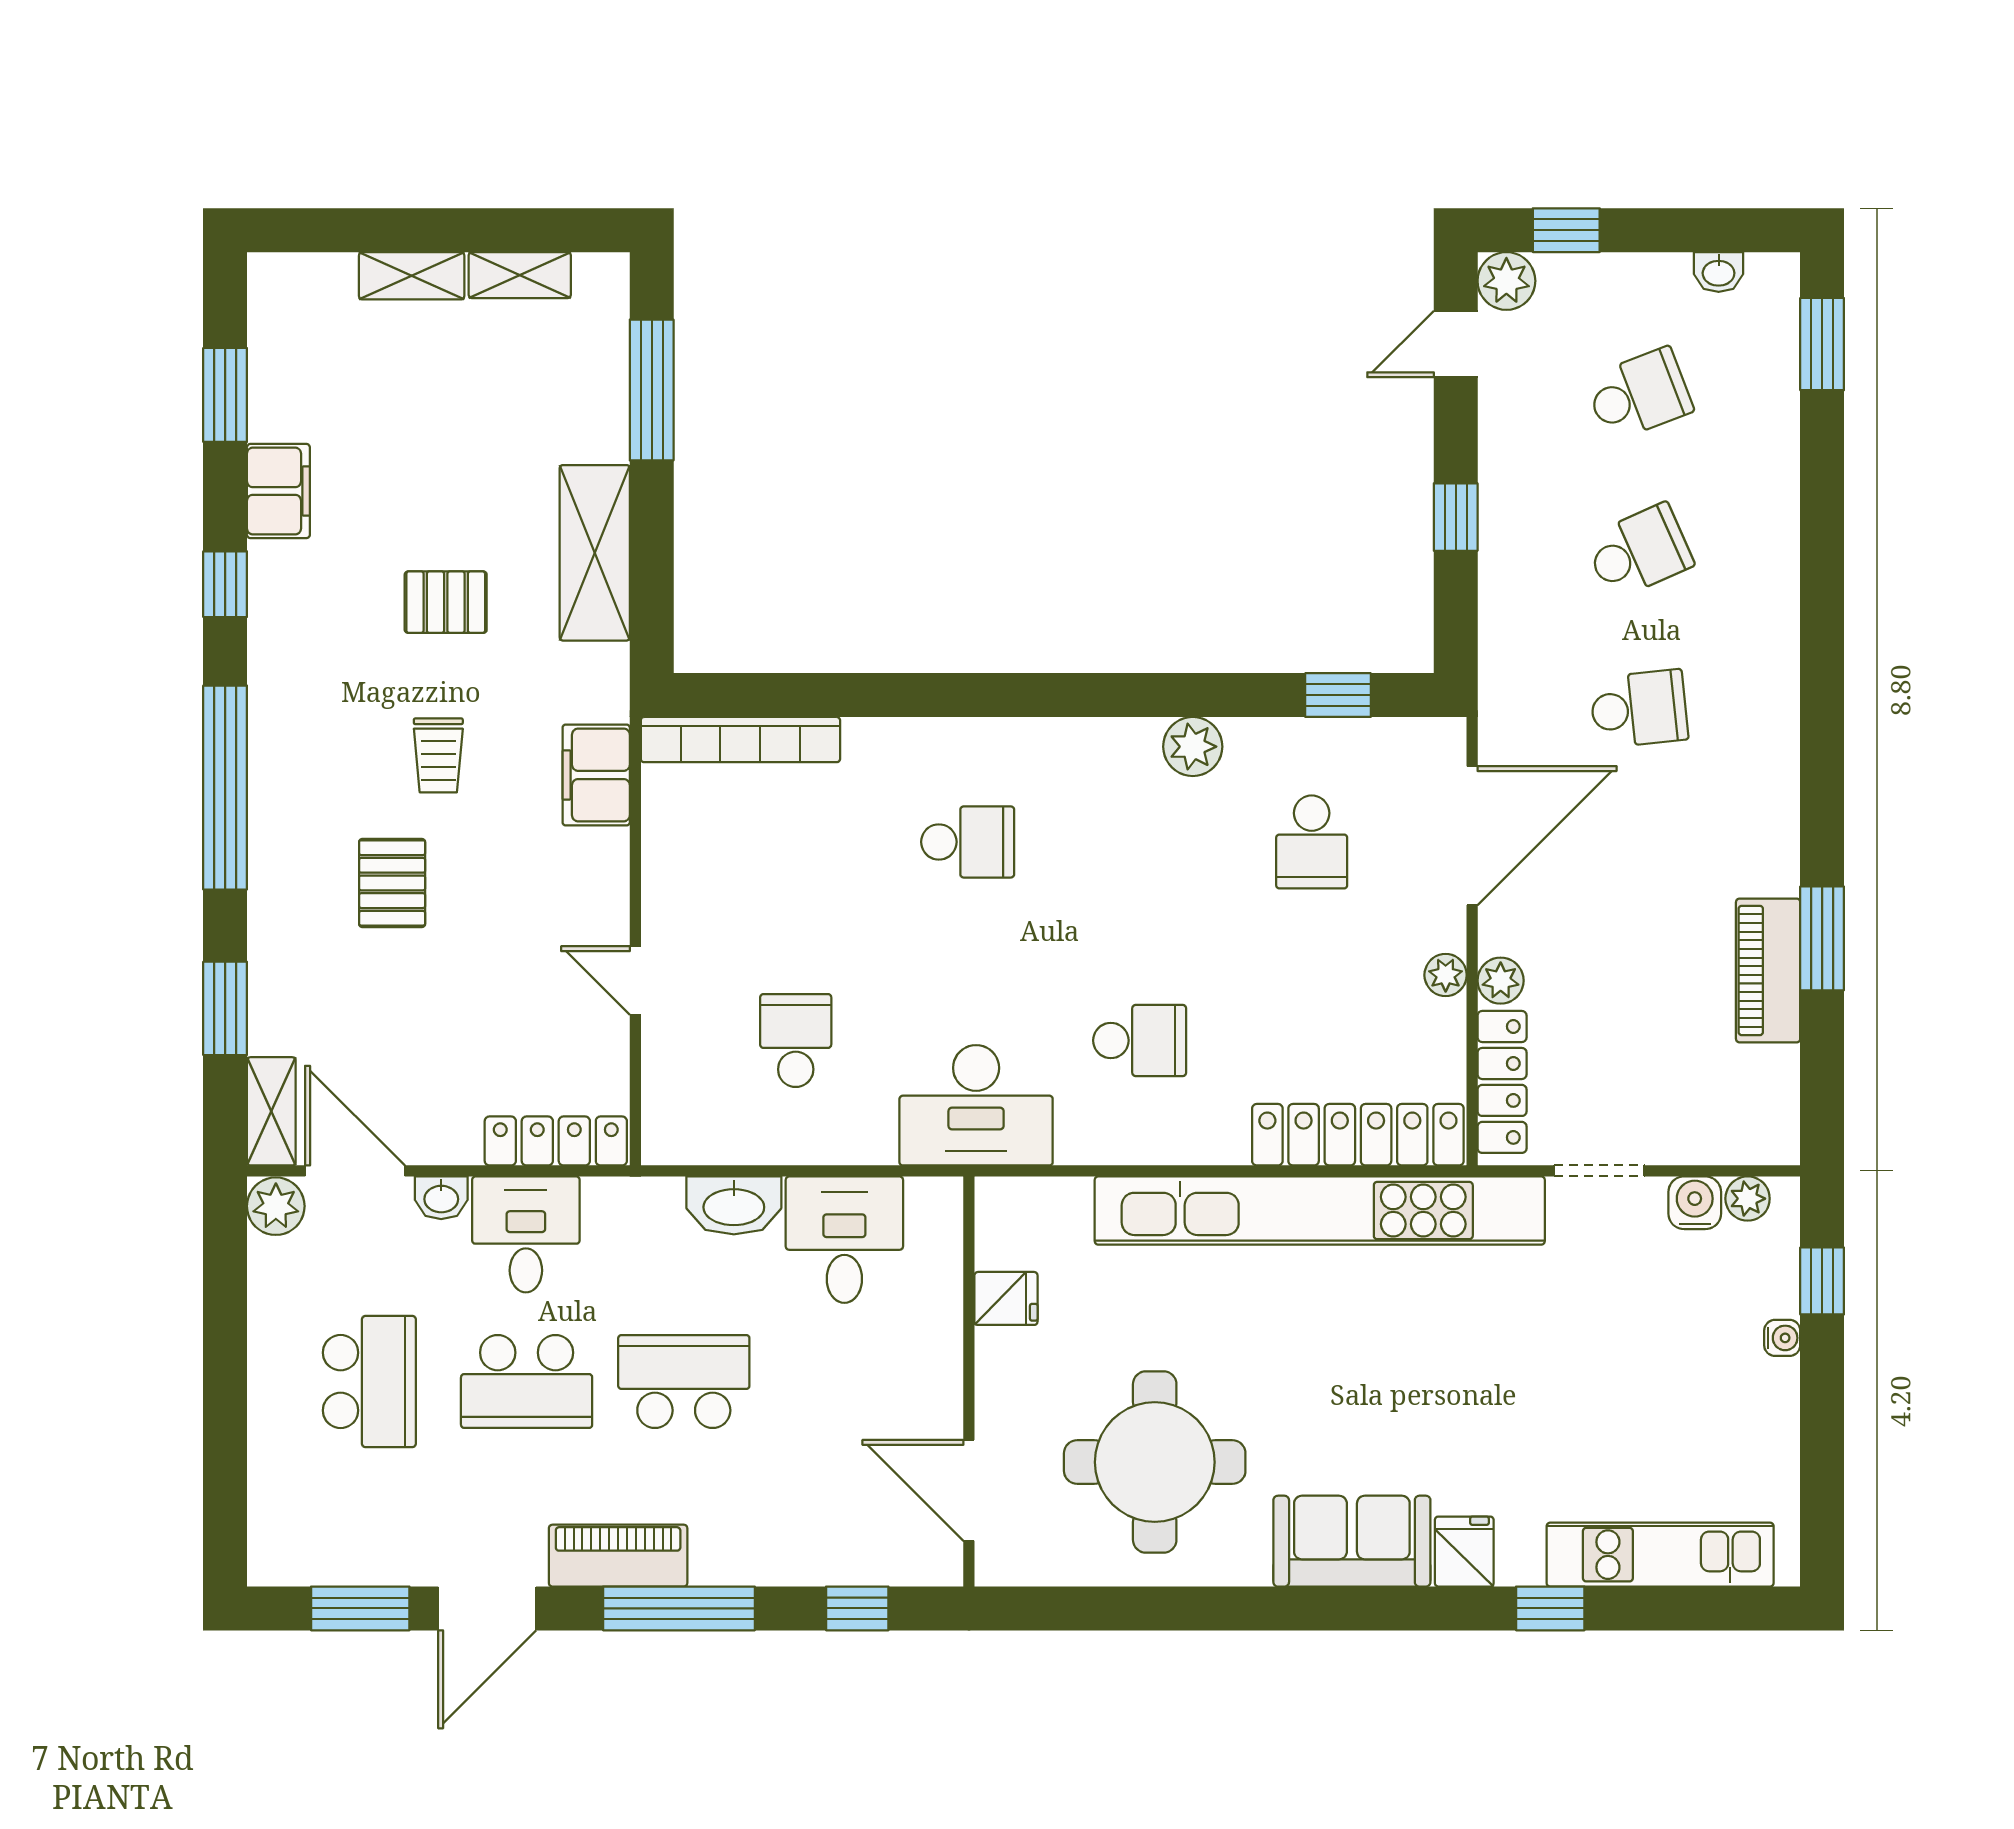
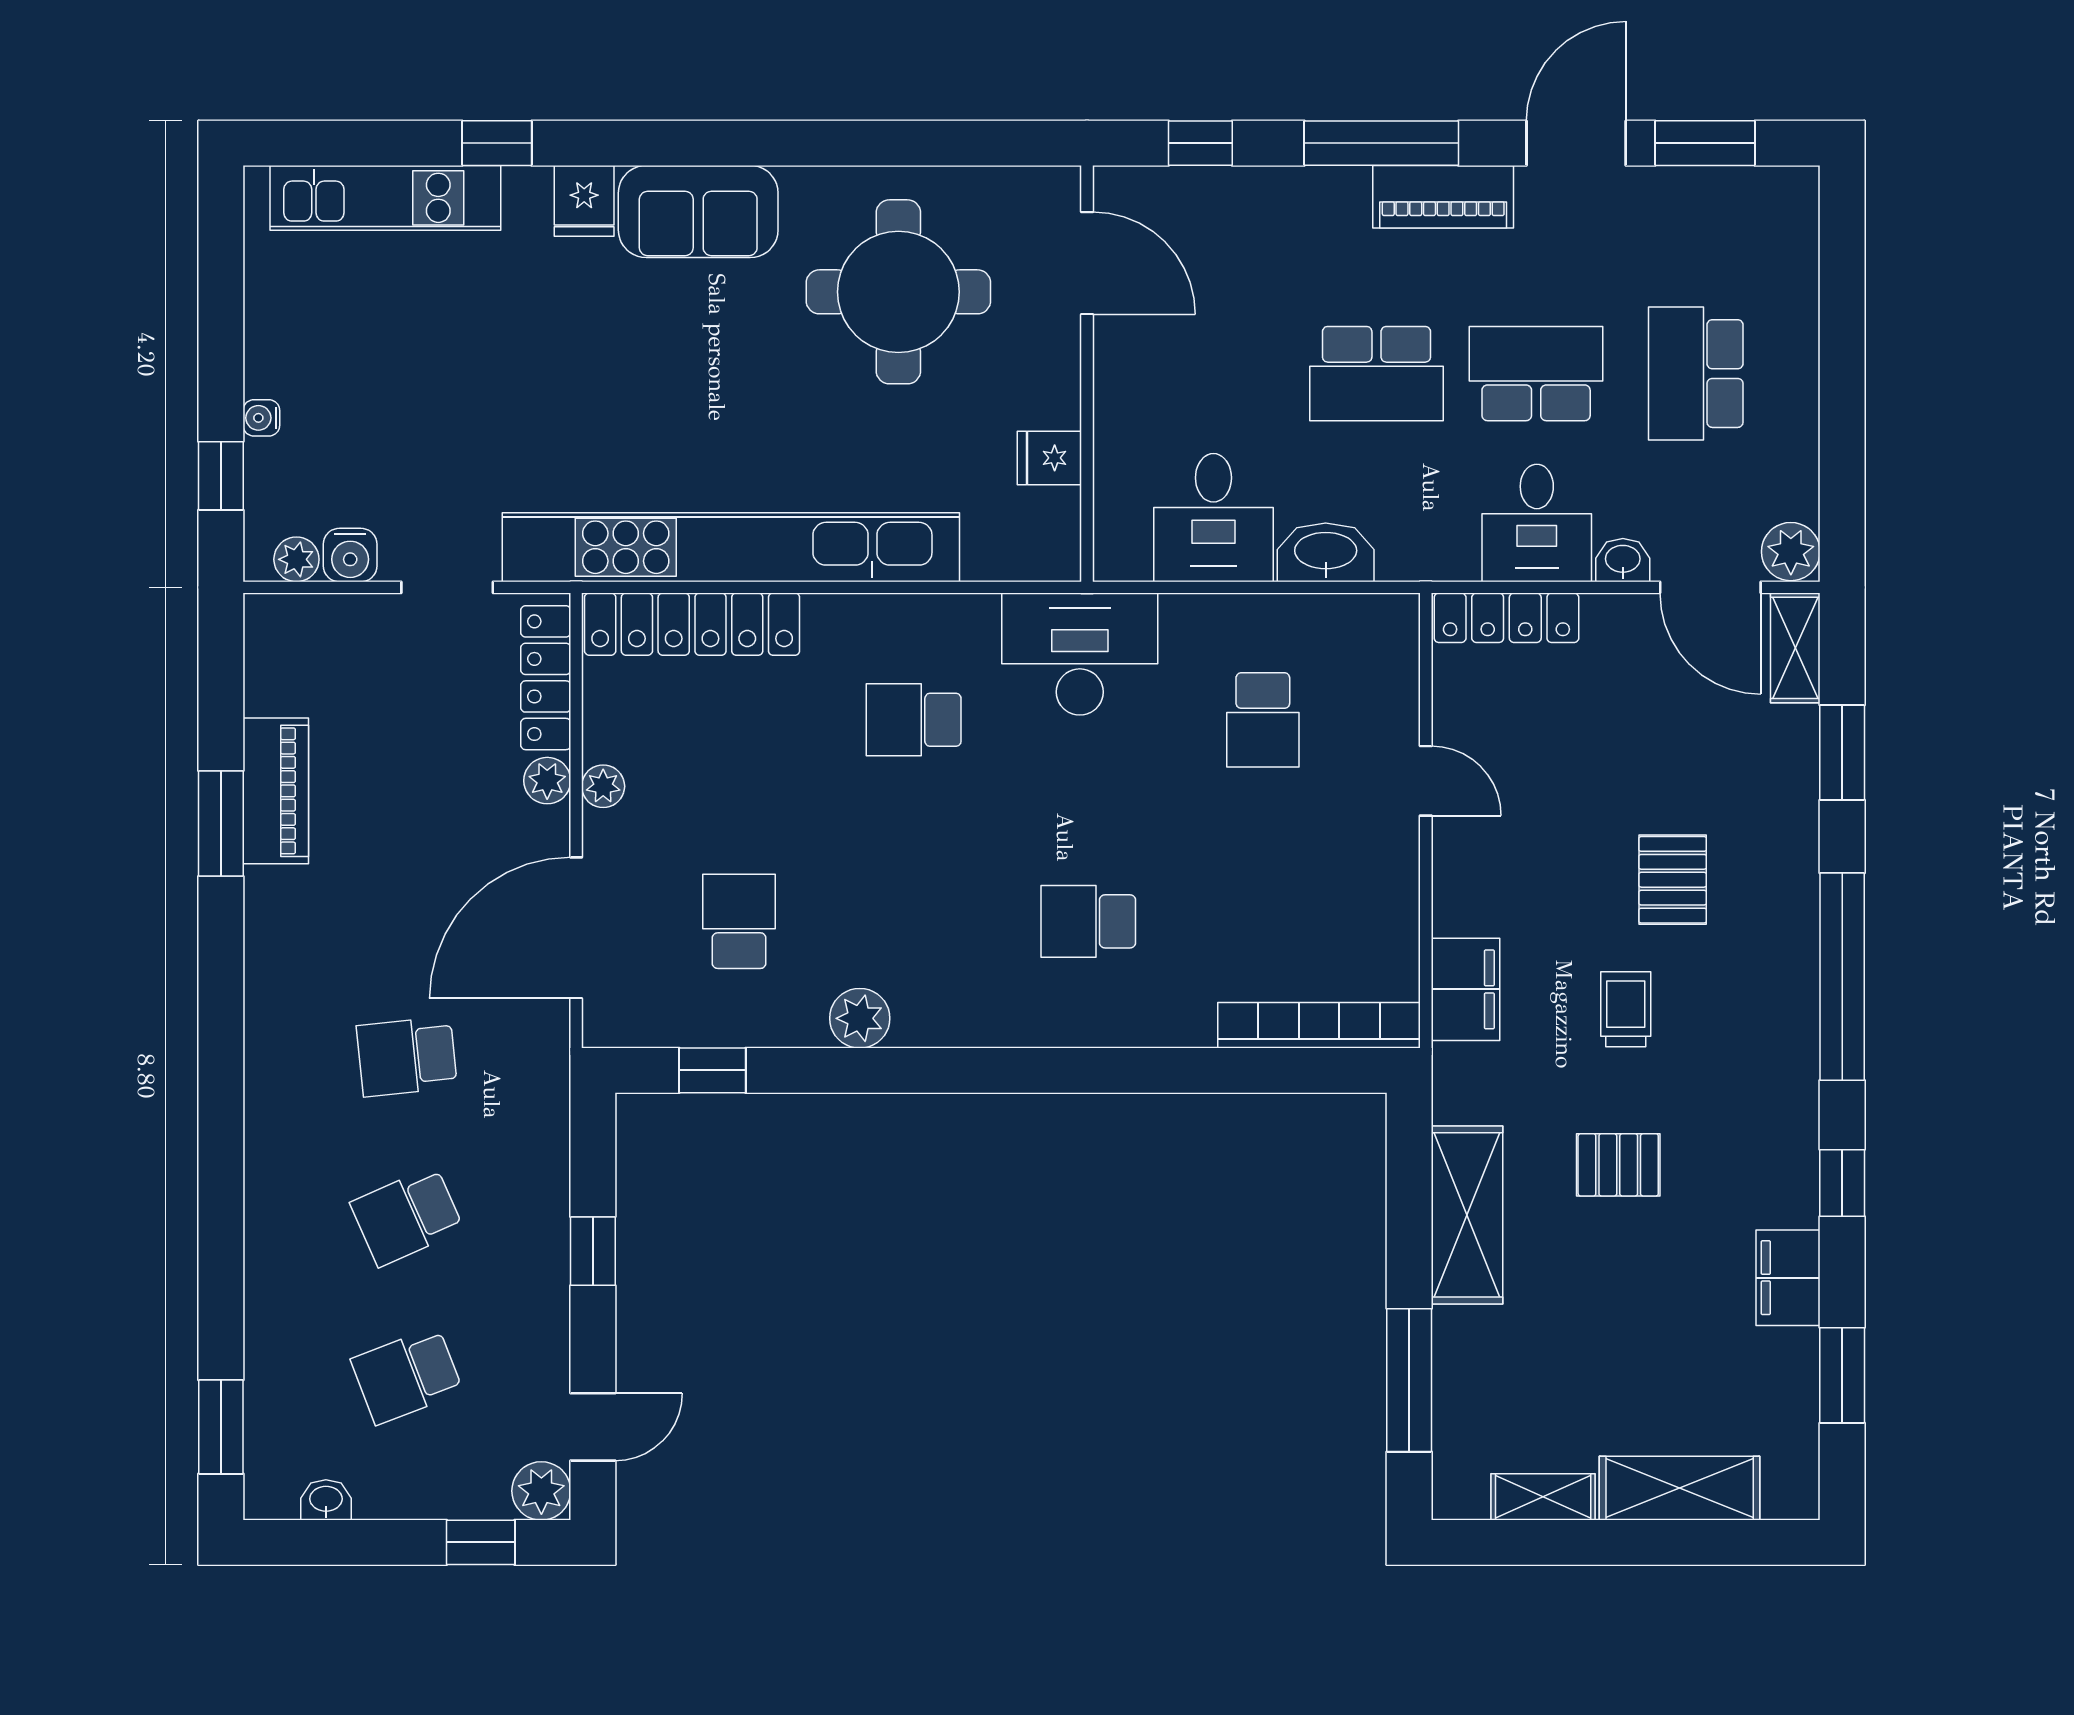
shelving: (412, 276) -> (1680, 1488), width x1.50, depth x1.33

